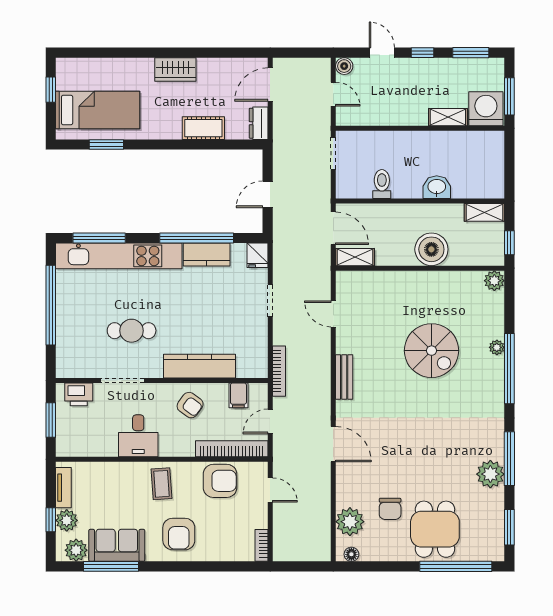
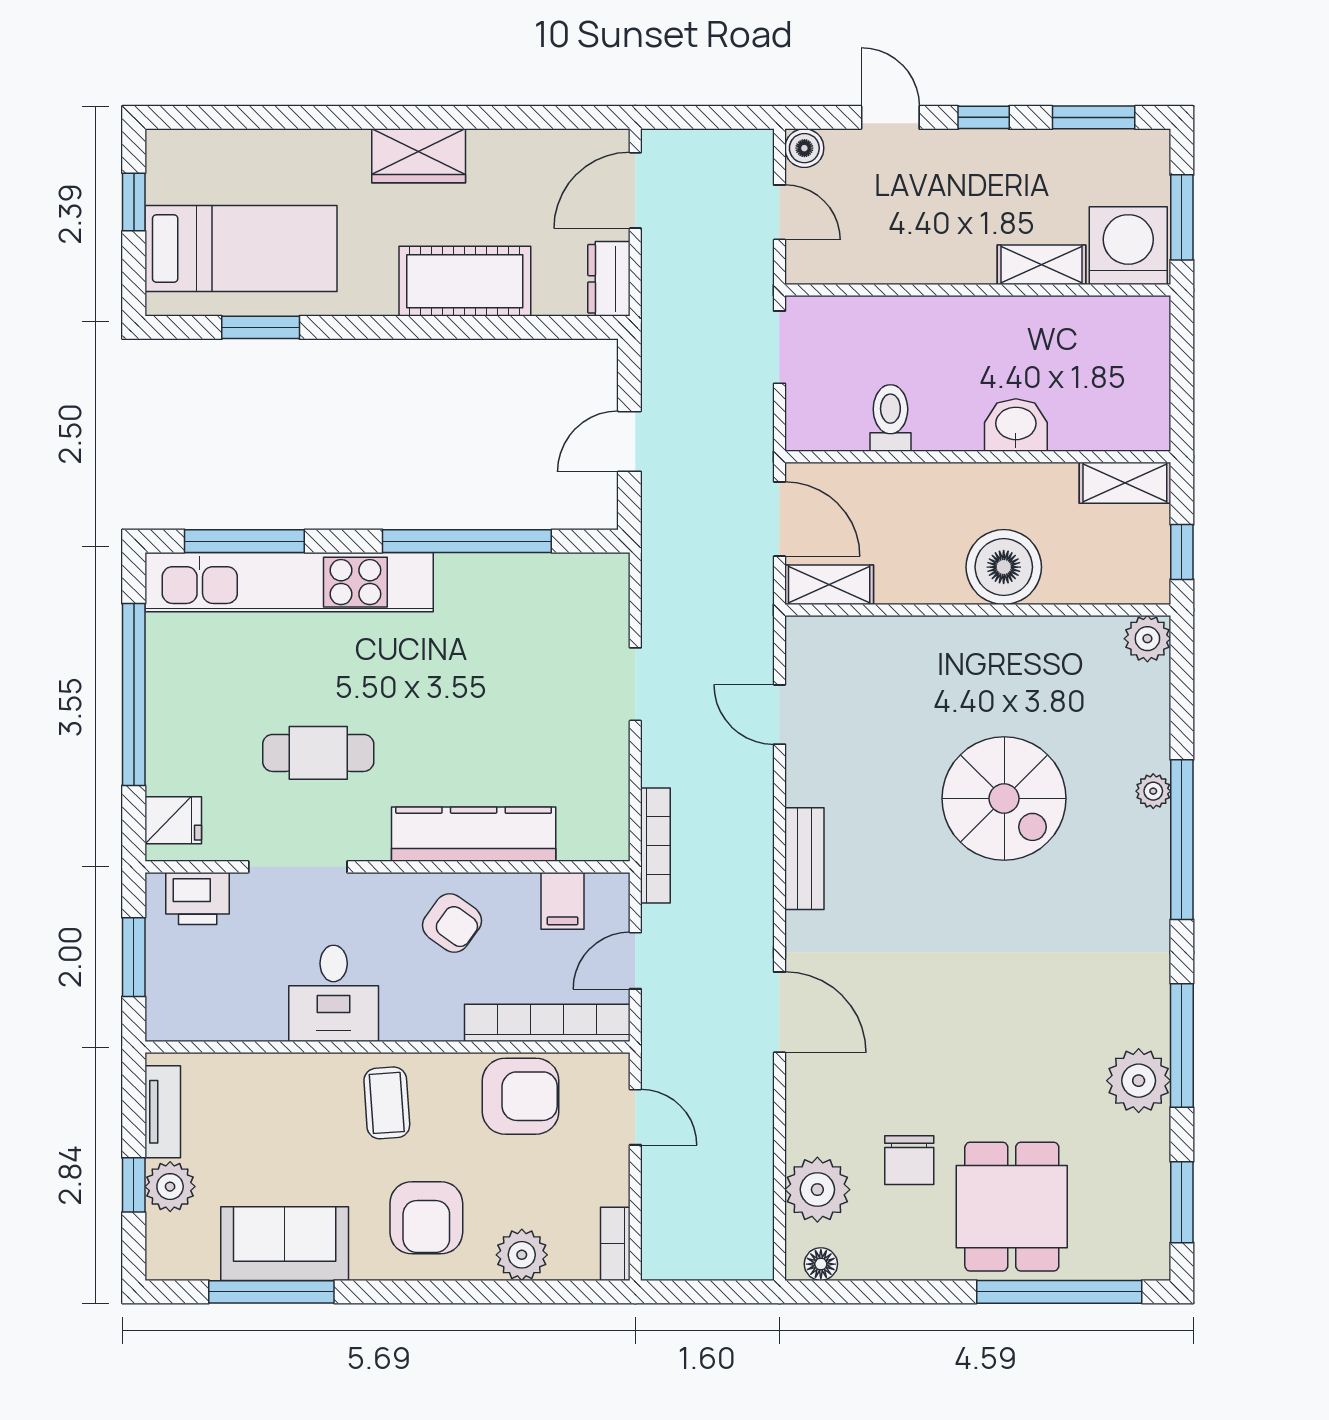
cot: (203, 128) -> (465, 281), width x1.37, depth x1.34
kitchen counter: (207, 255) -> (490, 579), removed
fridge: (258, 255) -> (173, 820), moved, turned -90
plant: (76, 550) -> (522, 1255), moved

